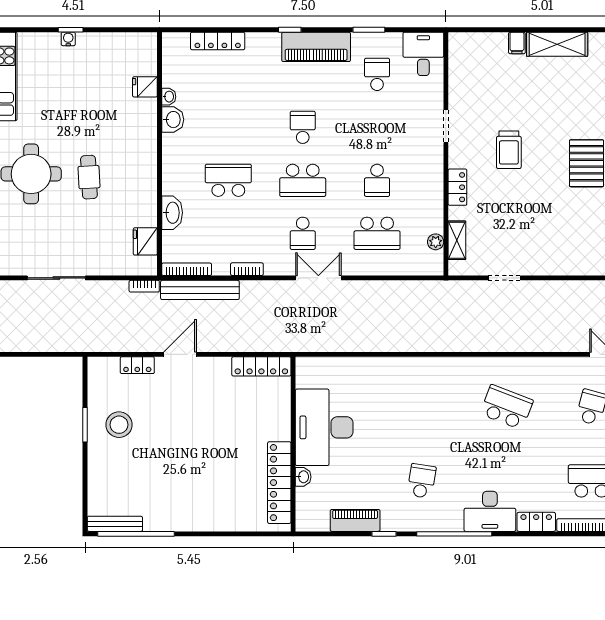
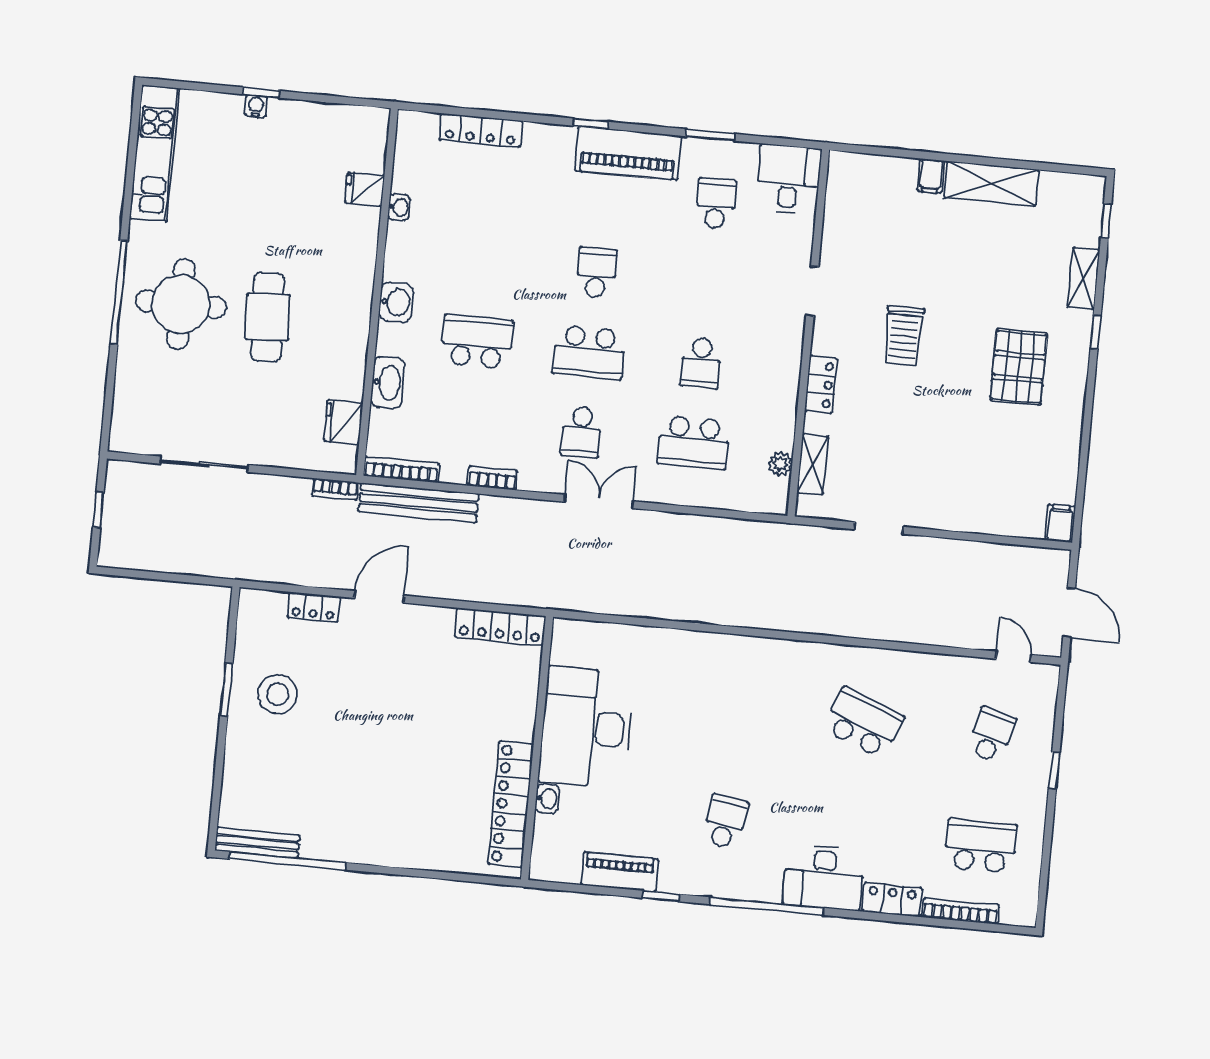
washbasin: (173, 120) -> (396, 302), moved
cafe table: (89, 177) -> (268, 317), width x1.37, depth x1.35

